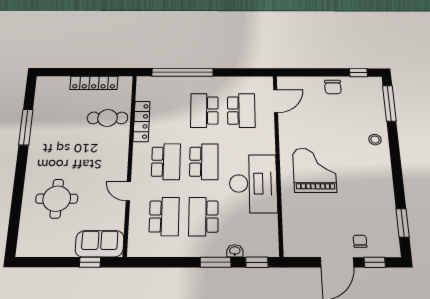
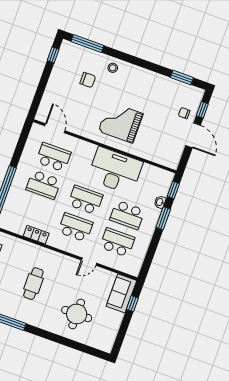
chair: (333, 87) -> (88, 80), moved
cafe table: (107, 118) -> (33, 284), moved
locker: (142, 121) -> (36, 235), width x0.66

